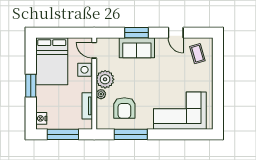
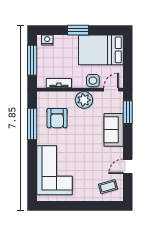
window: (136, 33) -> (128, 112), moved
plant: (101, 94) -> (70, 96), removed
armchair: (124, 108) -> (57, 118), turned -90

